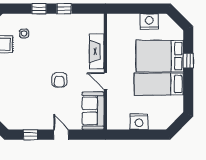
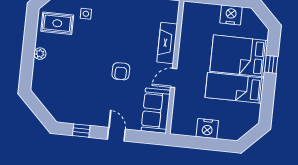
door: (105, 81) -> (174, 78), hinge flipped

